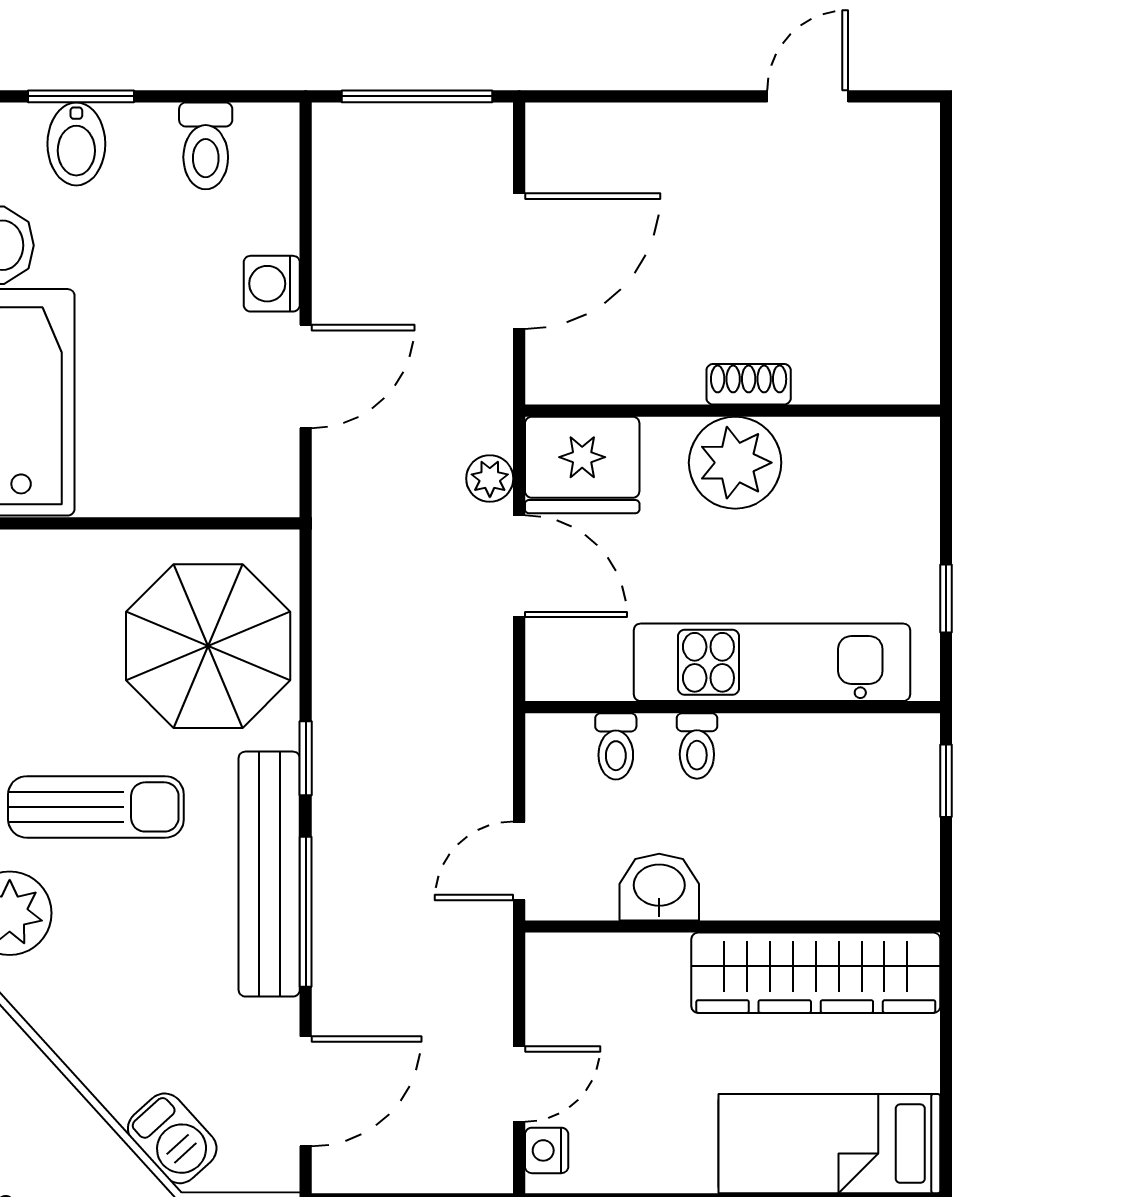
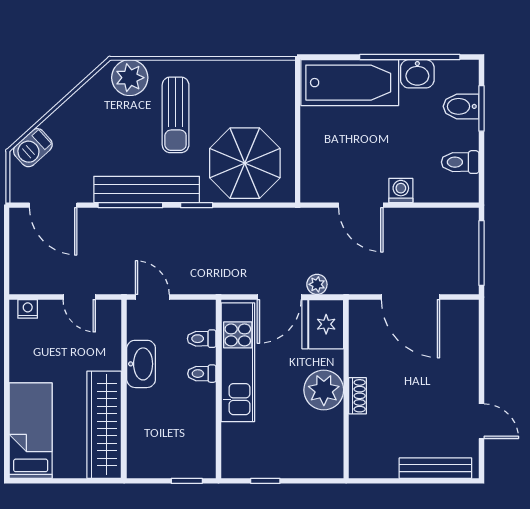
bench: (917, 203) -> (435, 468), added
kitchen unit: (772, 662) -> (238, 362), moved
washbasin: (659, 887) -> (141, 364), width x1.38
door: (519, 1084) -> (79, 297), moved

